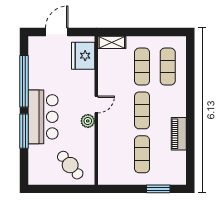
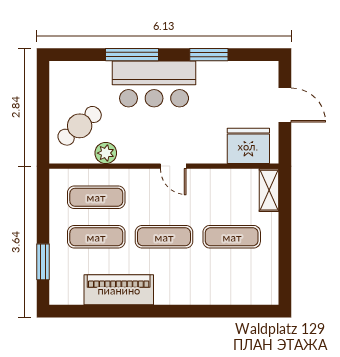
exercise mat: (168, 67) -> (96, 197), moved
window: (24, 81) -> (209, 55), width x0.47
plant: (88, 121) -> (106, 153), moved
piano: (179, 134) -> (119, 290), width x1.37, depth x1.33

